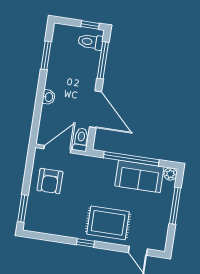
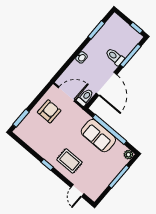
toilet: (90, 42) -> (115, 57), moved
sofa: (139, 176) -> (98, 136), moved
armchair: (50, 181) -> (49, 111), turned 180
rug: (108, 223) -> (69, 161), width x0.73, depth x0.70

